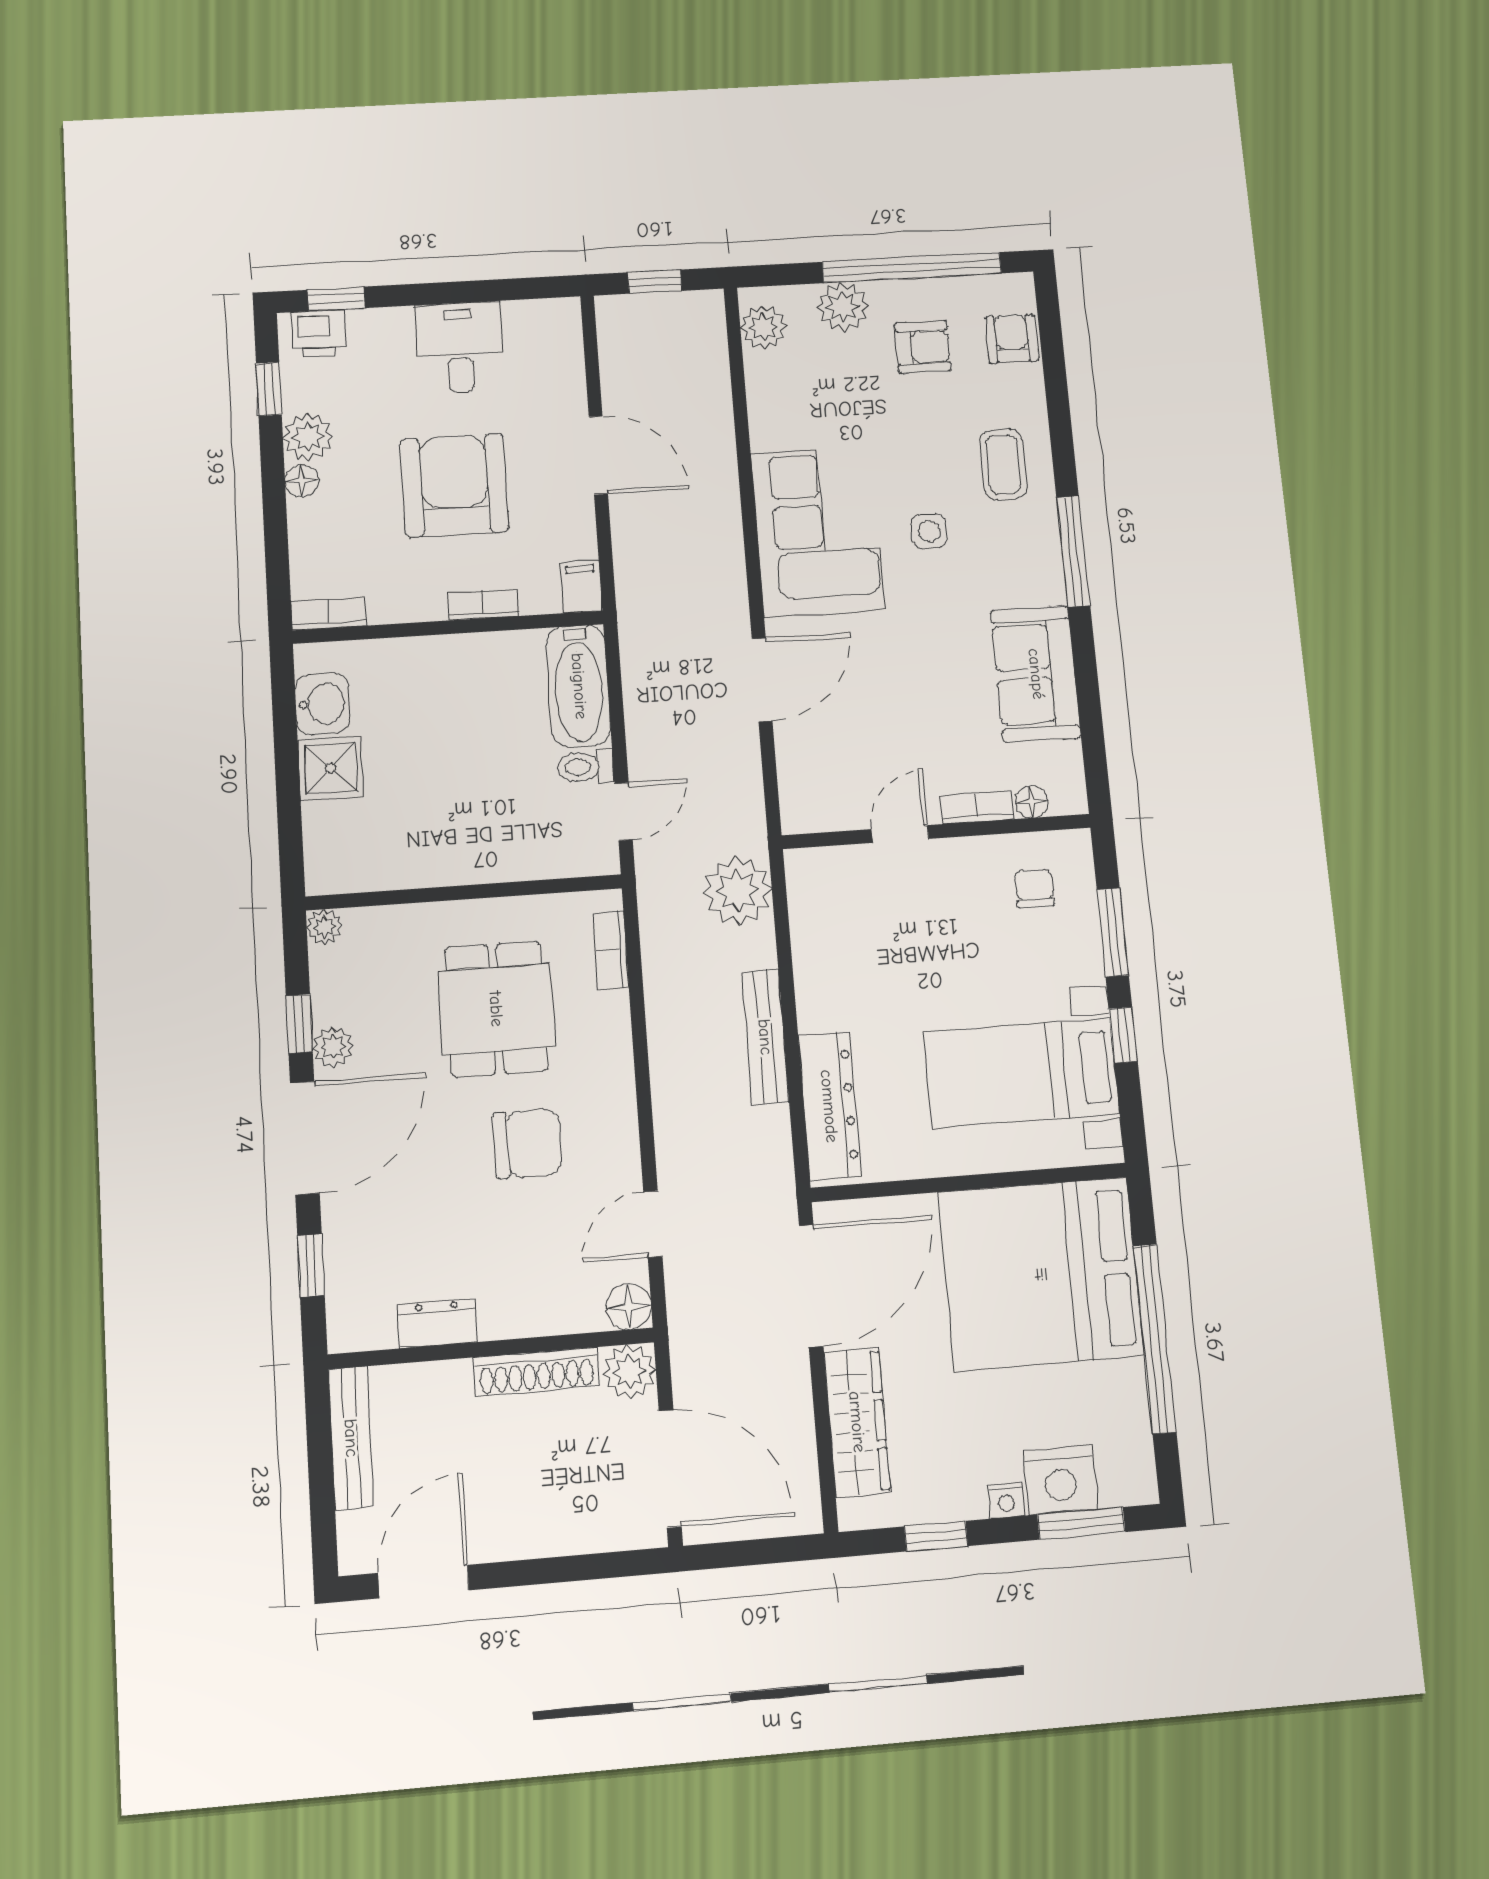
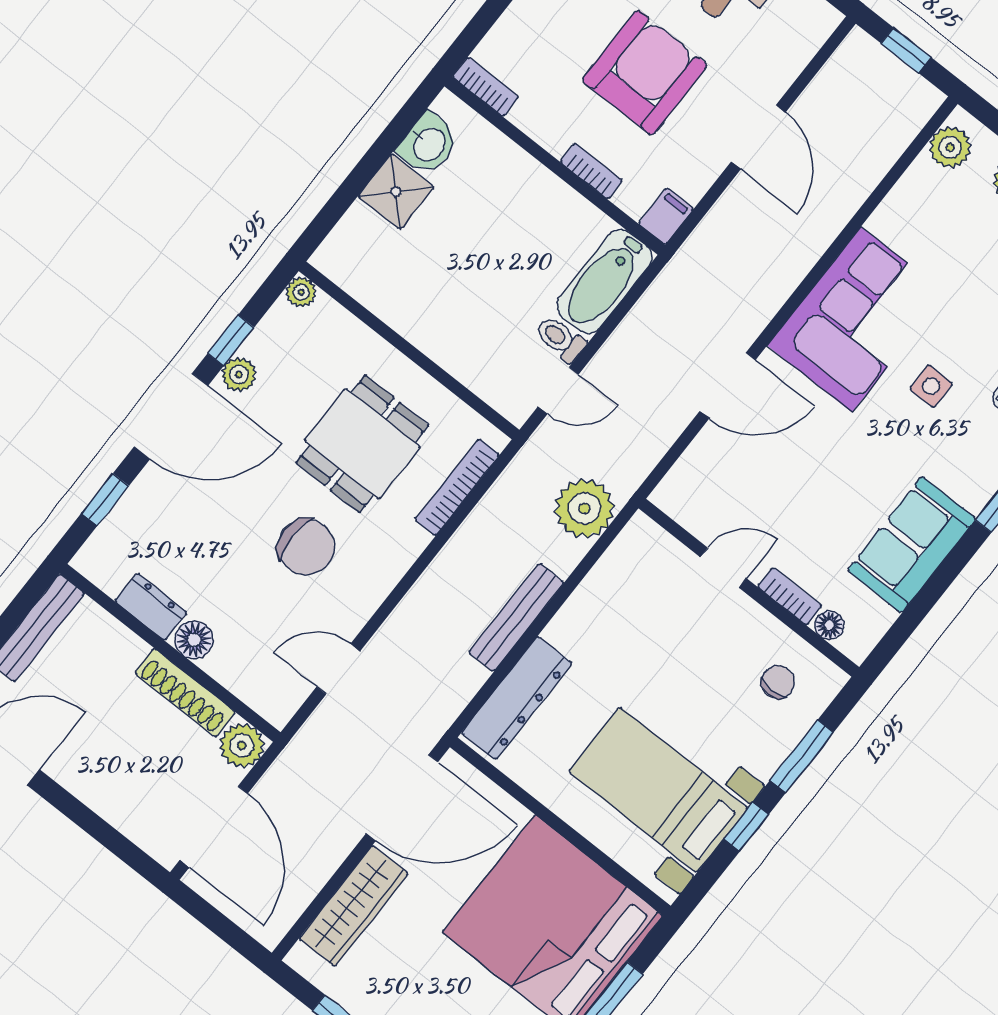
bookcase: (611, 950) -> (457, 487), width x1.56
floor lamp: (629, 1307) -> (194, 640), moved

